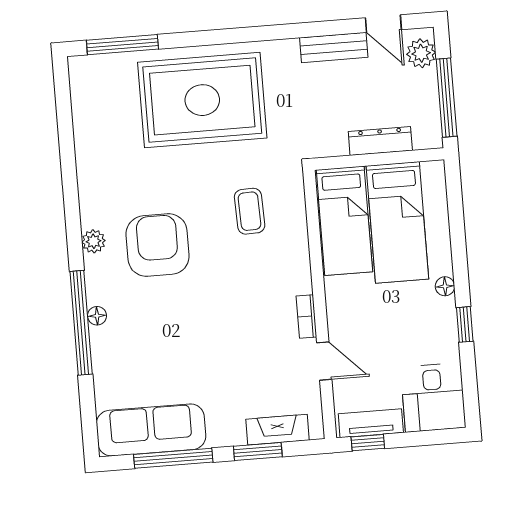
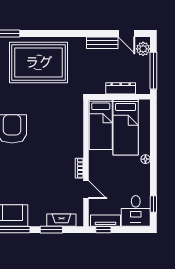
coffee table: (250, 211) -> (57, 116), removed
window: (465, 324) -> (153, 204), moved

